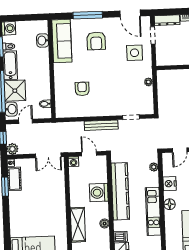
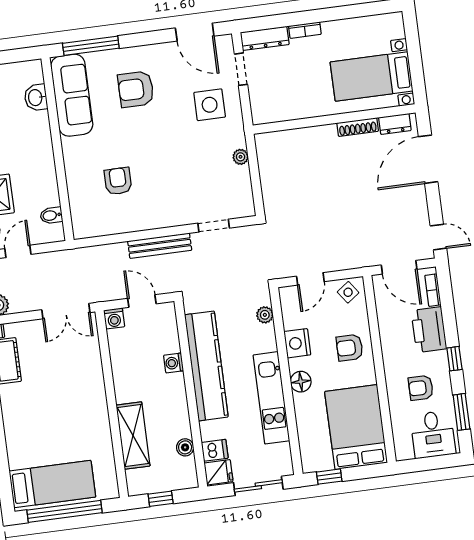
window: (88, 15) -> (91, 46), moved
armchair: (96, 41) -> (136, 89), turned 90
washing machine: (99, 193) -> (174, 363), width x0.53, depth x0.53
boiler: (105, 224) -> (185, 447), moved

